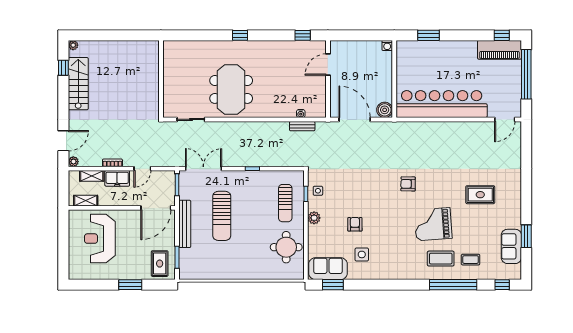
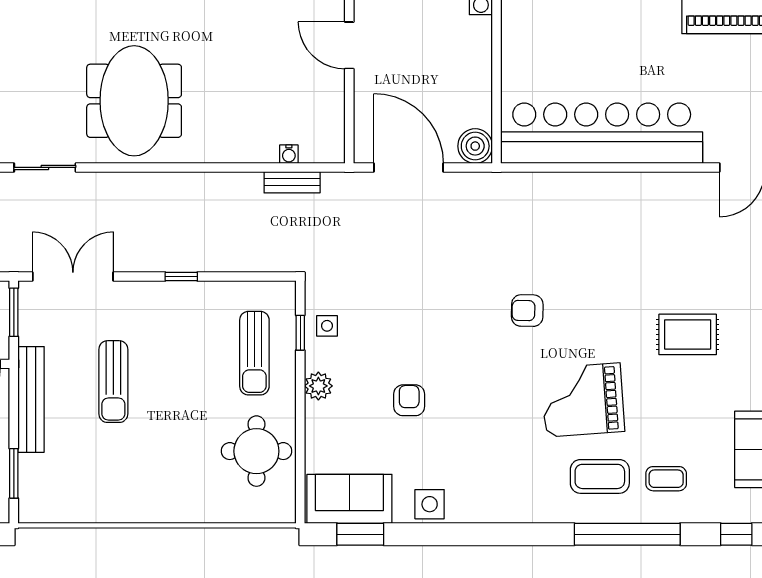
door: (328, 65) -> (349, 45), hinge flipped
sun lounger: (222, 216) -> (113, 382), width x0.73, depth x0.75
side table: (362, 254) -> (430, 504), moved

